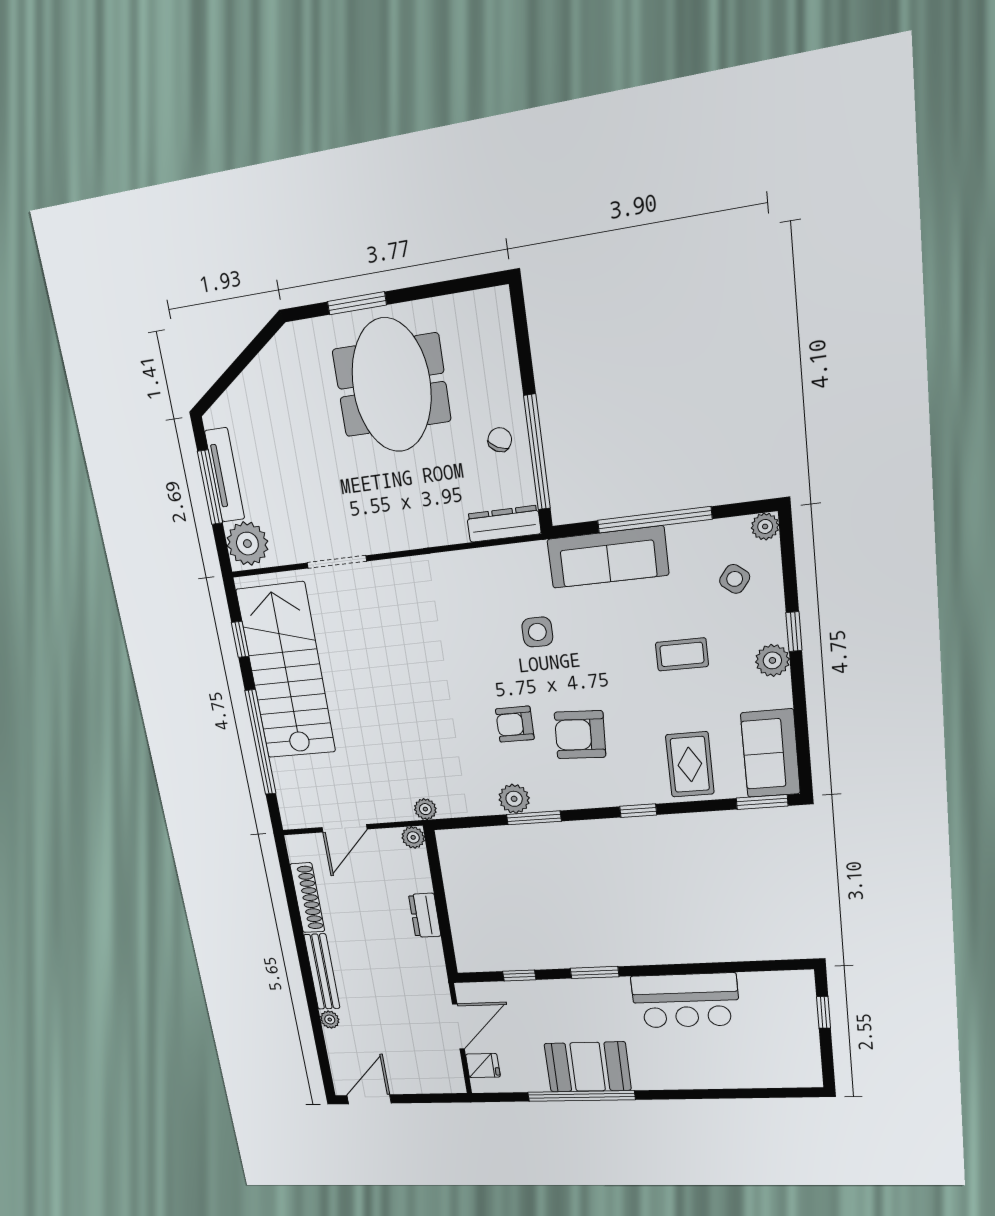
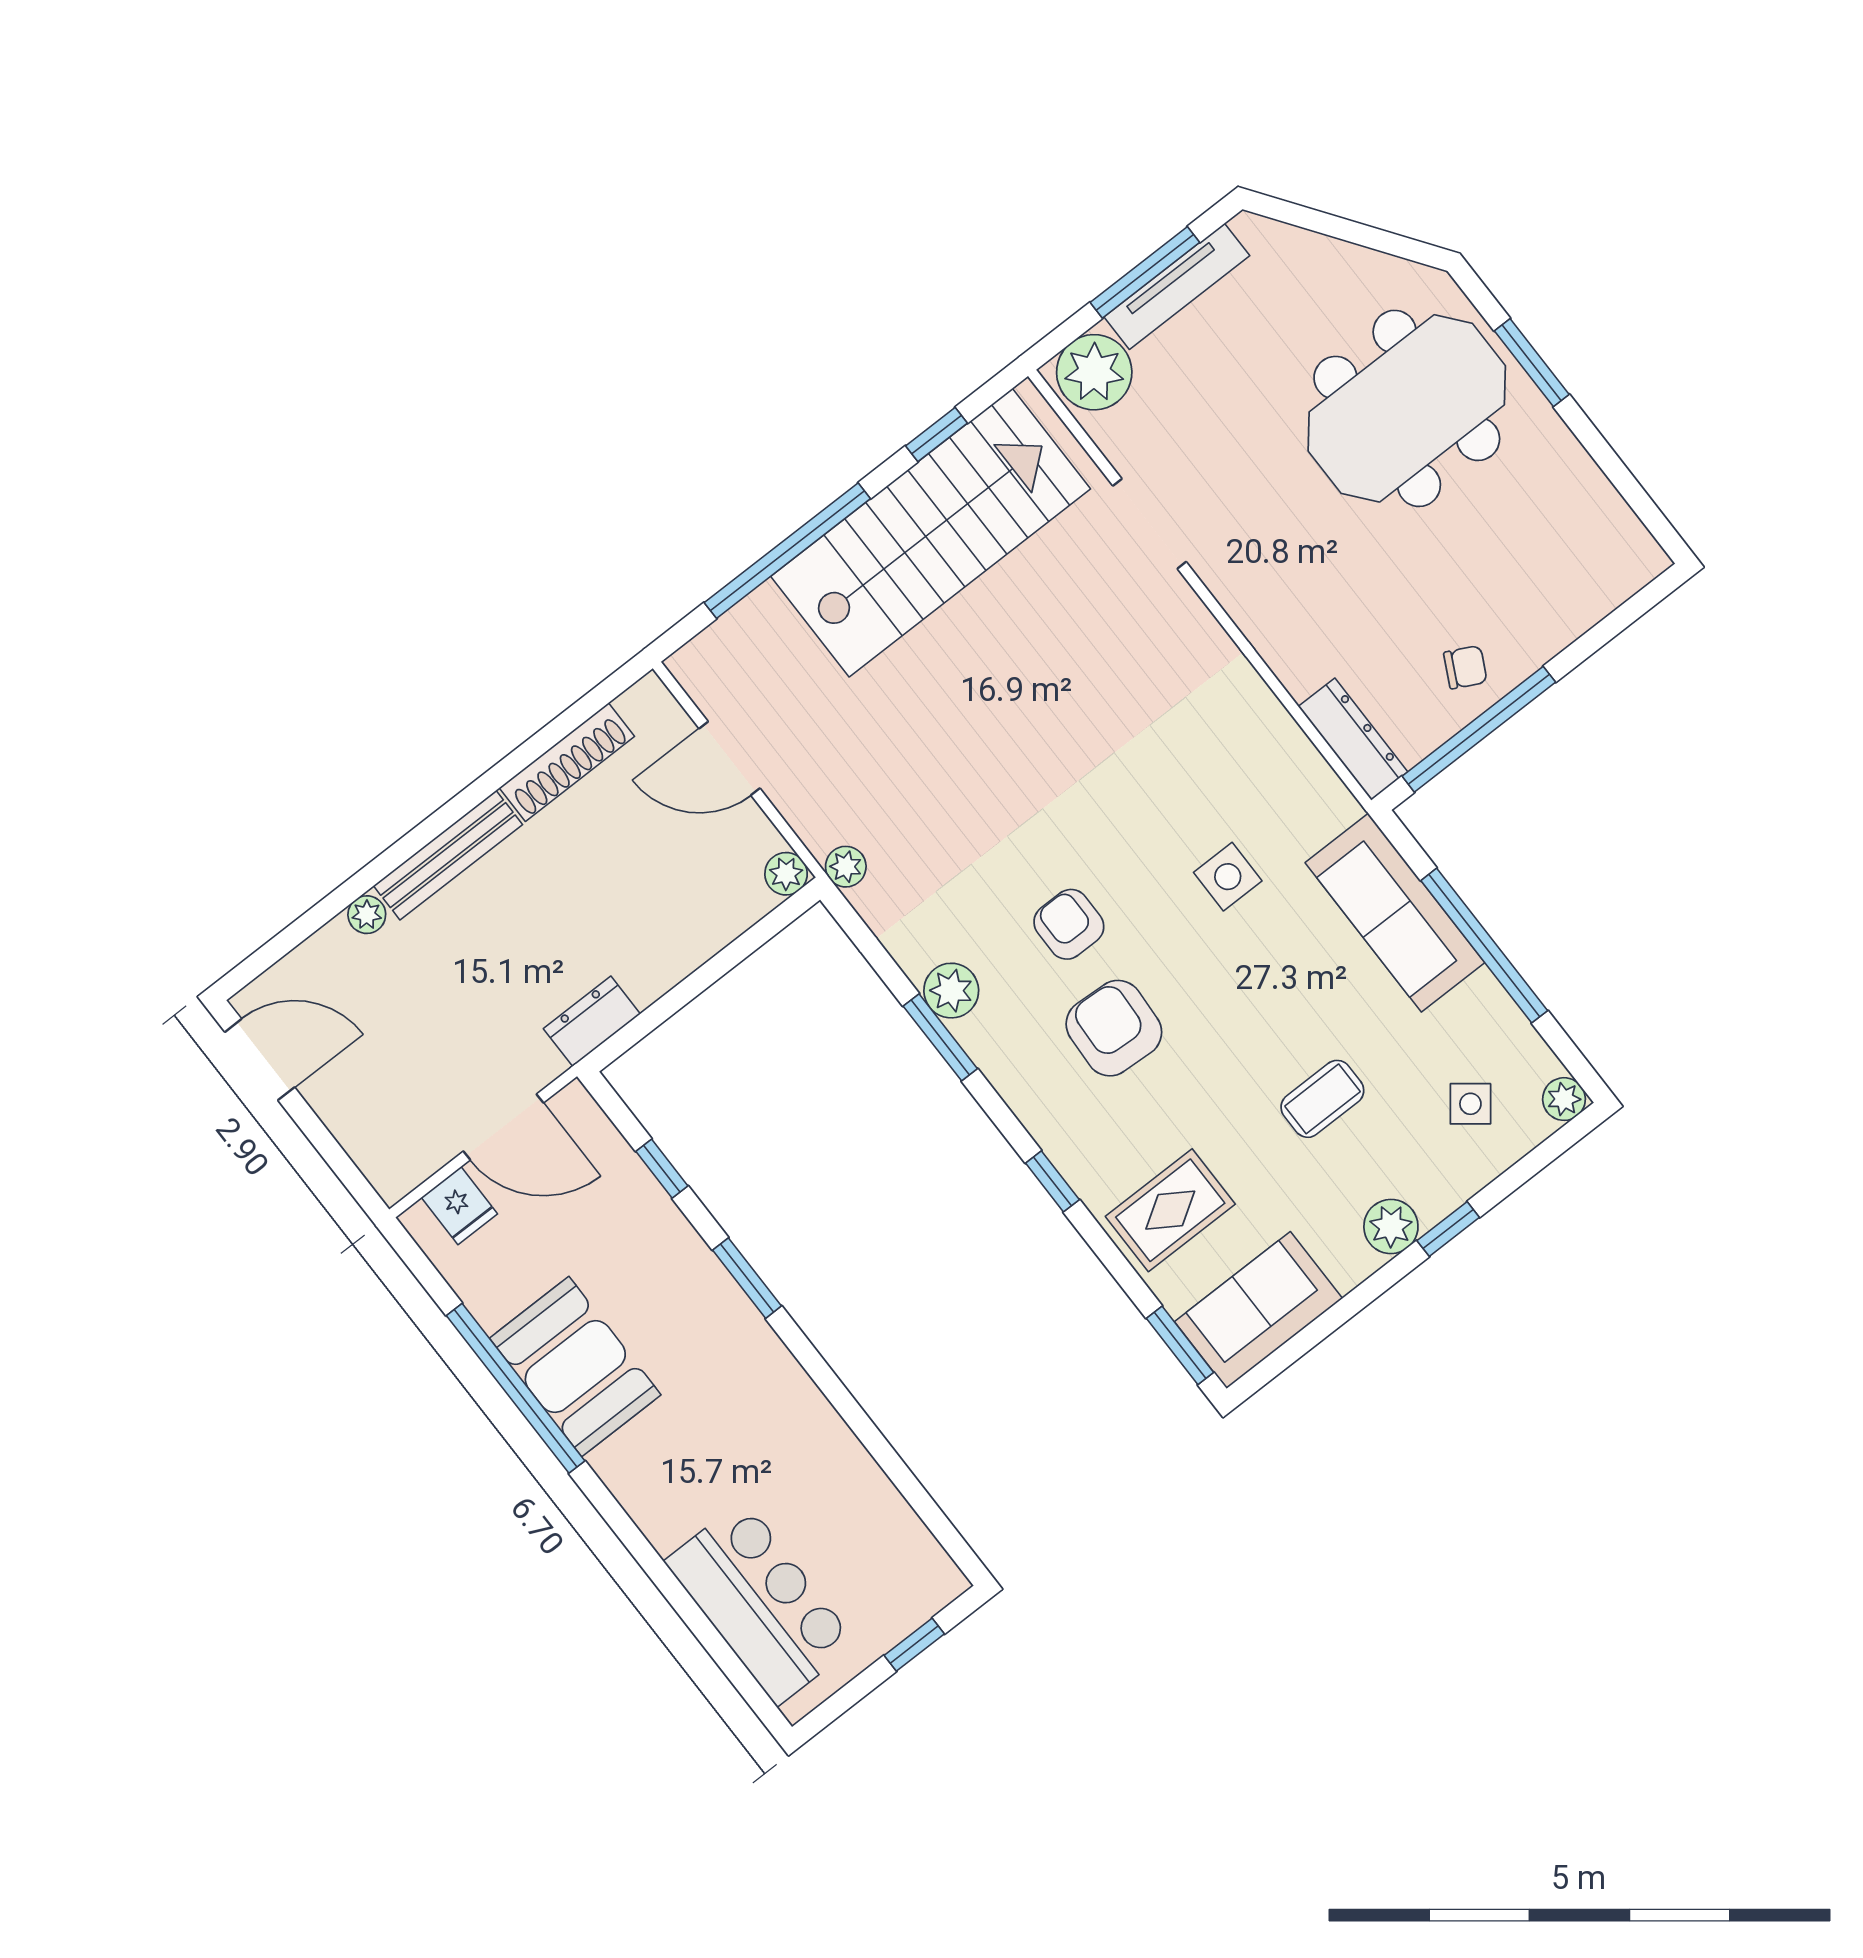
meeting table: (392, 385) -> (1407, 408), moved
coffee table: (682, 654) -> (1322, 1099), turned 90
dresser: (425, 915) -> (592, 1021), moved
bar counter: (685, 1001) -> (761, 1603), moved, turned 180

